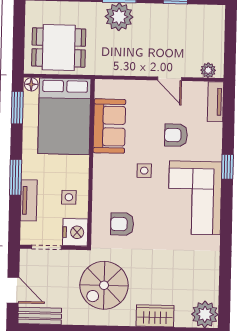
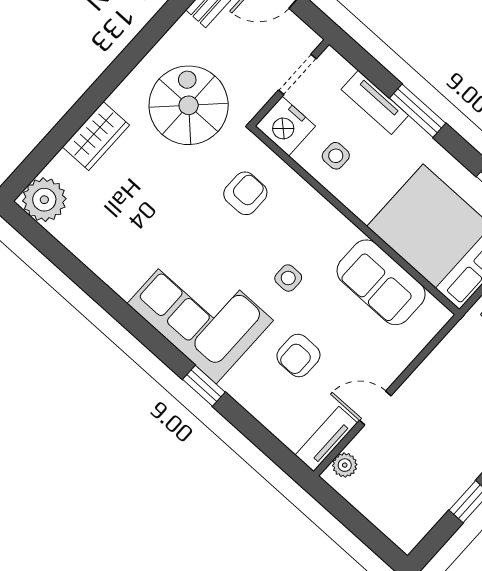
tv unit: (216, 102) -> (326, 439), moved, turned -90
armchair: (176, 135) -> (298, 356), turned 180

